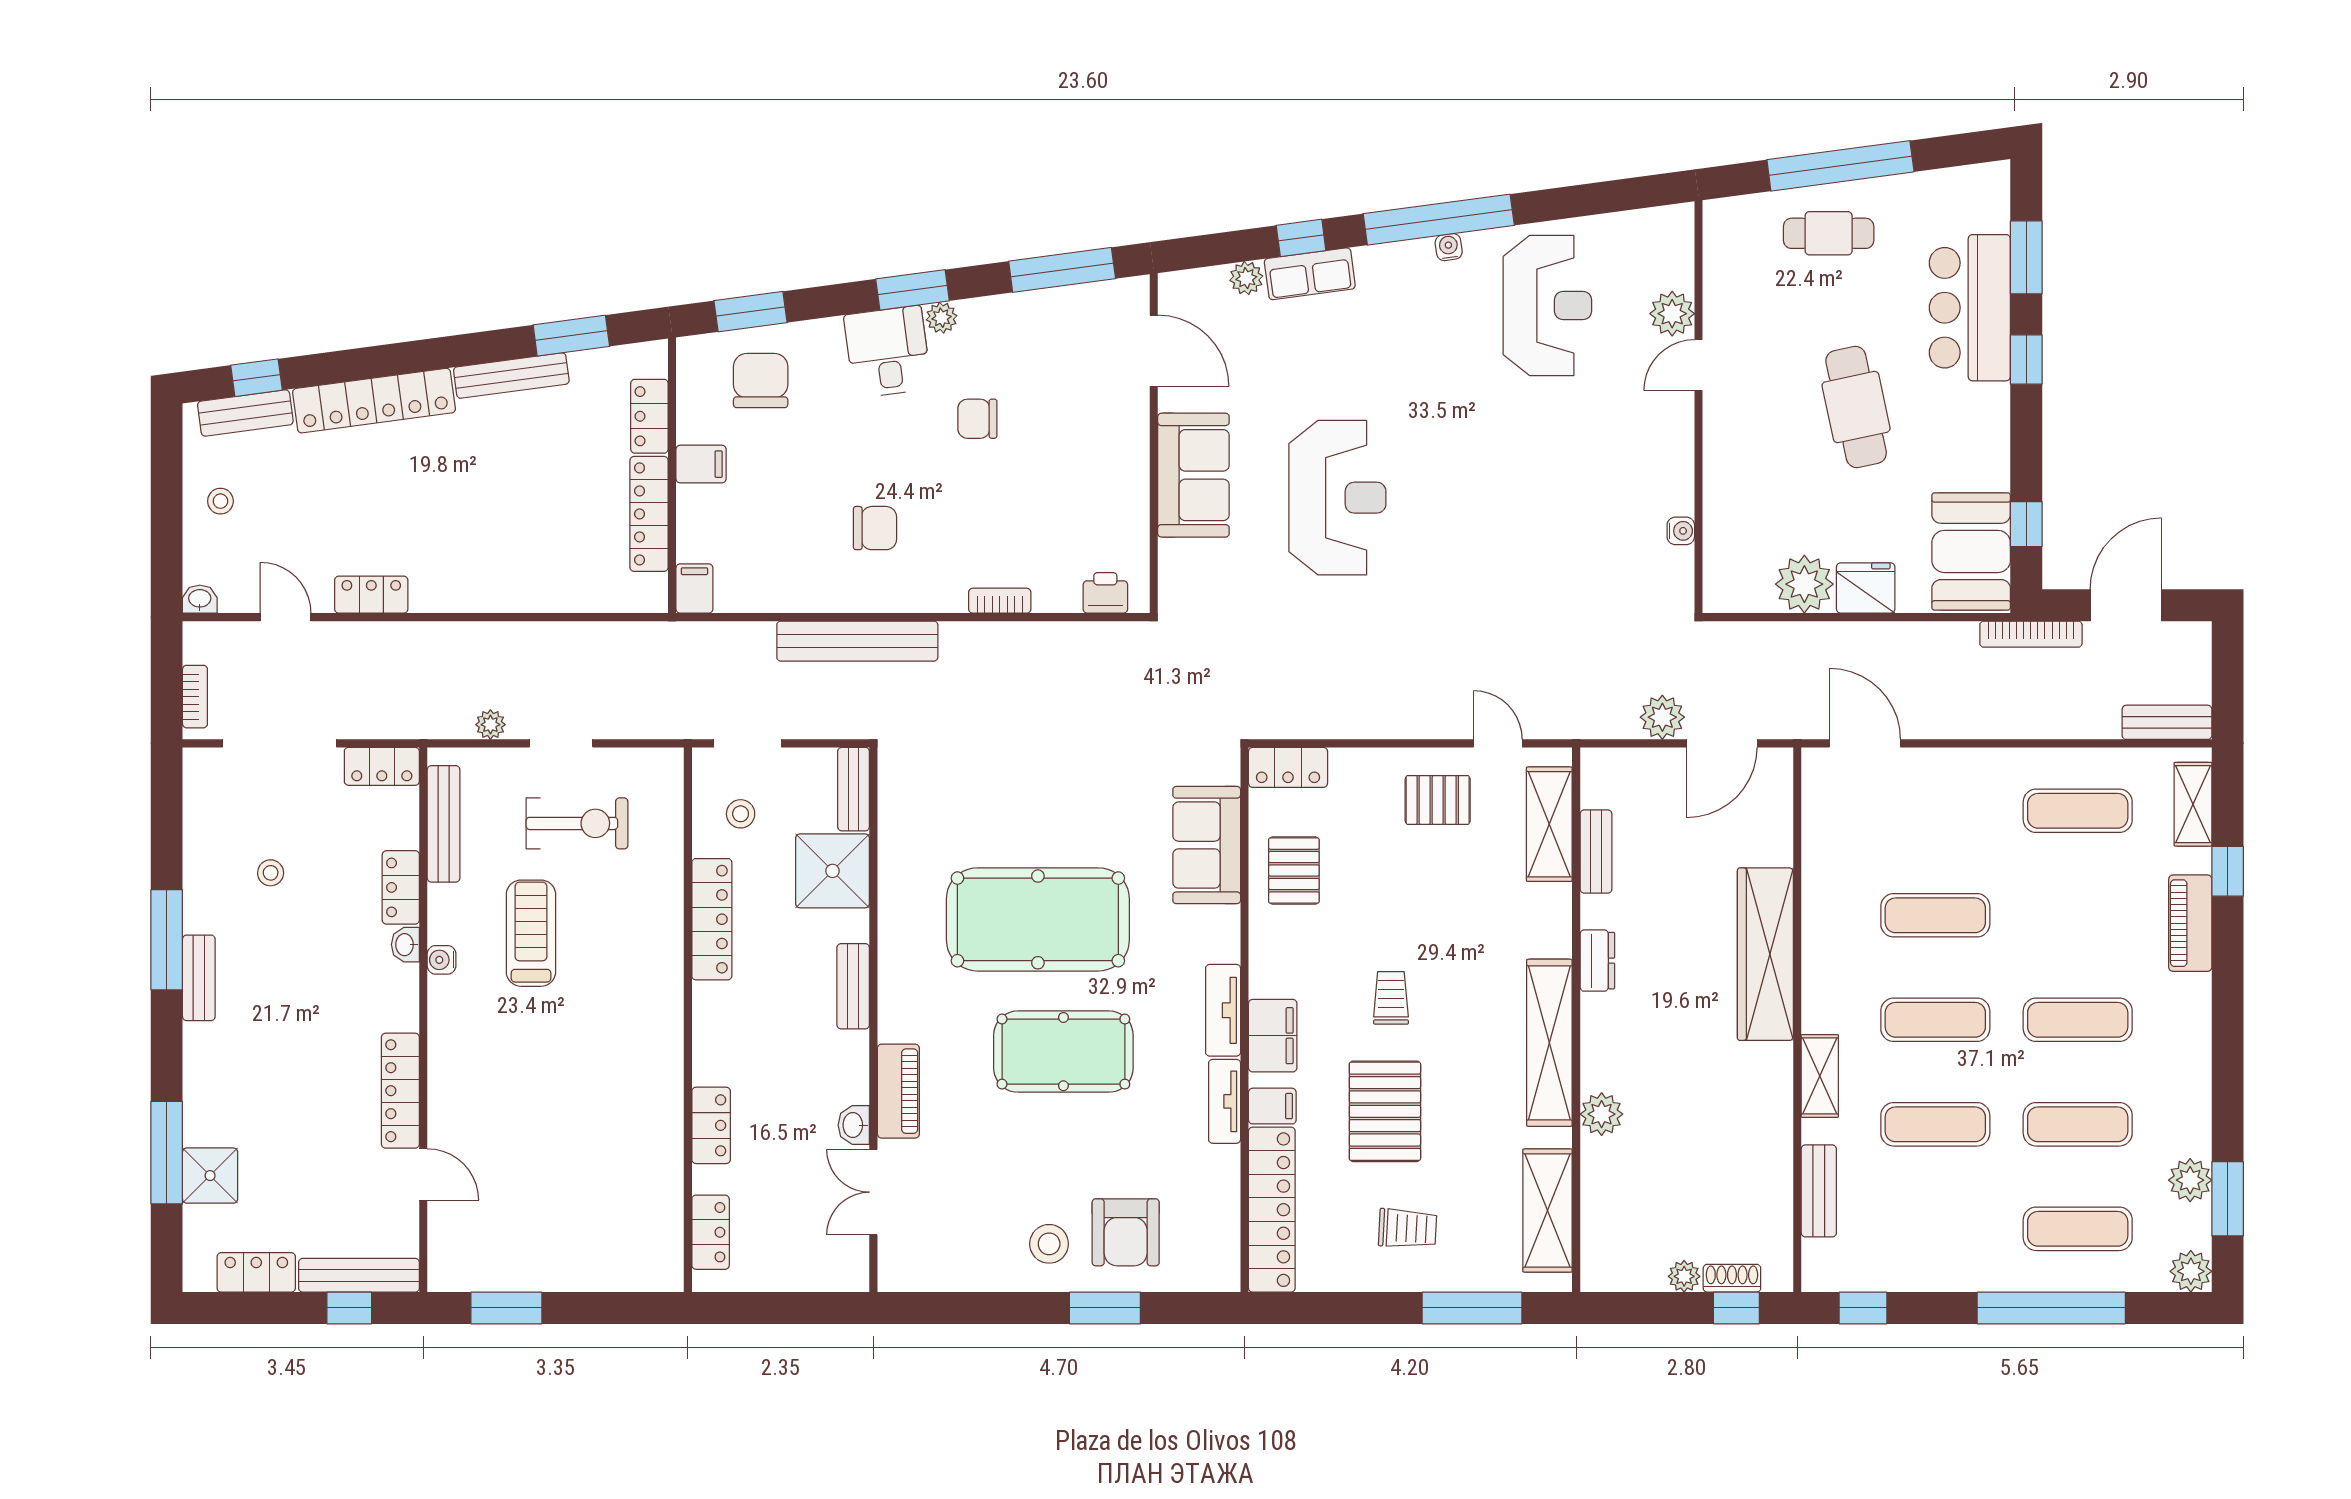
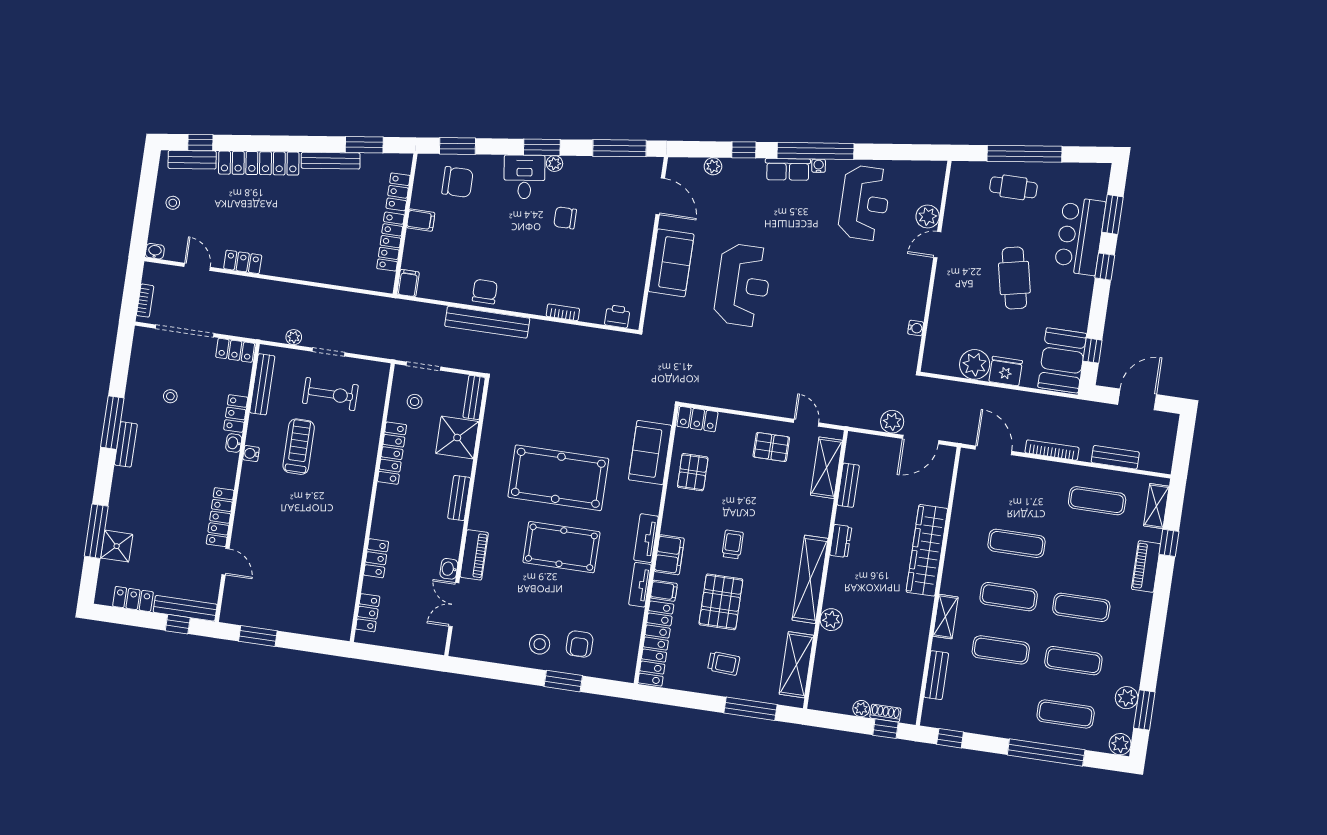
row of seats: (1310, 274) -> (788, 169), moved
chair: (761, 381) -> (457, 182), turned 90
chair: (875, 528) -> (485, 292), moved, turned -90
bookcase: (2031, 634) -> (1052, 450), moved, turned 180
bench: (2167, 722) -> (1115, 457), moved
armchair: (1126, 1232) -> (580, 644), width x0.72, depth x0.72

